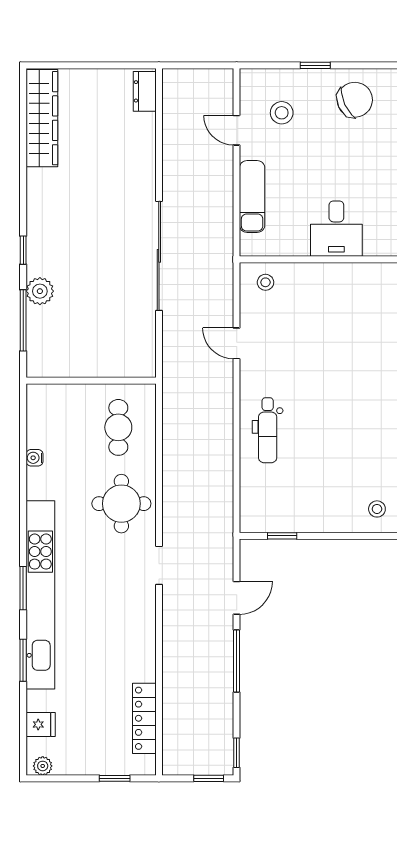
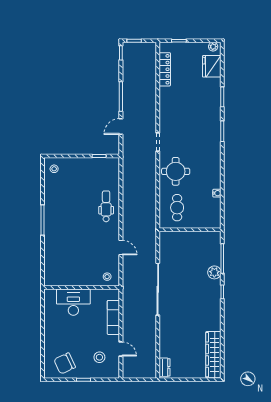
desk: (336, 229) -> (73, 302), width x1.37
kitchen unit: (40, 595) -> (214, 128), removed
fridge: (41, 724) -> (212, 66), width x1.88, depth x1.34

